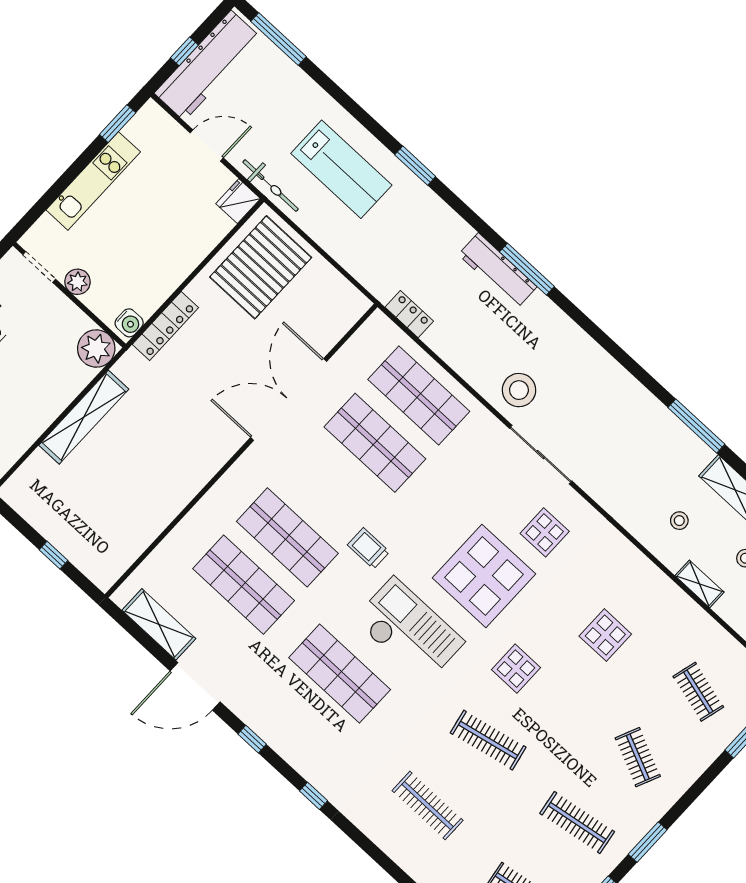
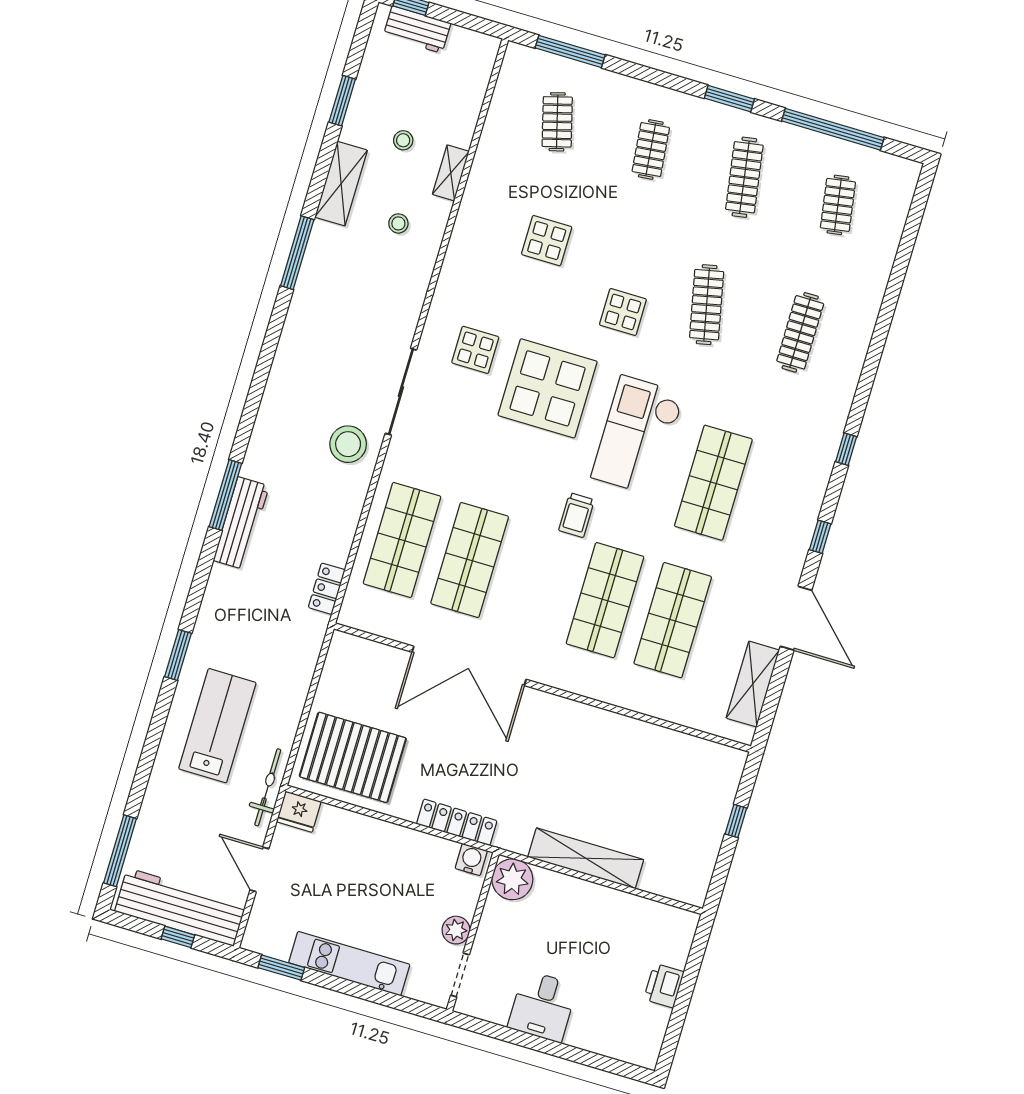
clothes rail: (698, 692) -> (557, 122), turned -30
clothes rail: (638, 757) -> (651, 150), turned -30

